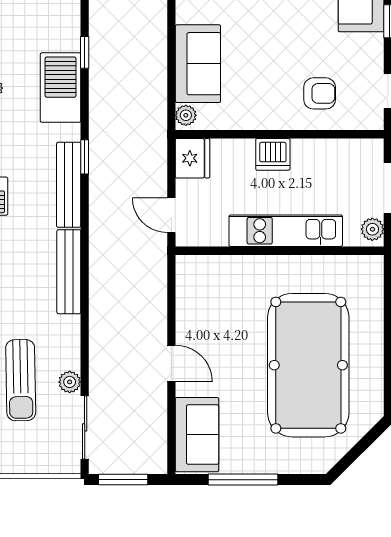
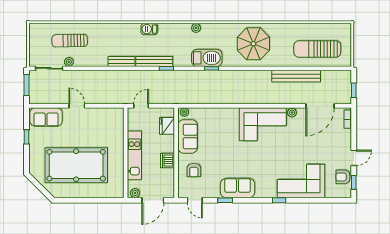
sofa: (198, 64) -> (188, 136), moved, turned -90
barbecue: (61, 88) -> (207, 58), moved
dishwasher: (273, 154) -> (167, 160), moved
fridge: (193, 158) -> (167, 126), moved, turned 90
bench: (69, 272) -> (121, 61), width x0.73
door: (171, 363) -> (77, 106), swing flipped
window: (243, 480) -> (27, 137), width x0.46

